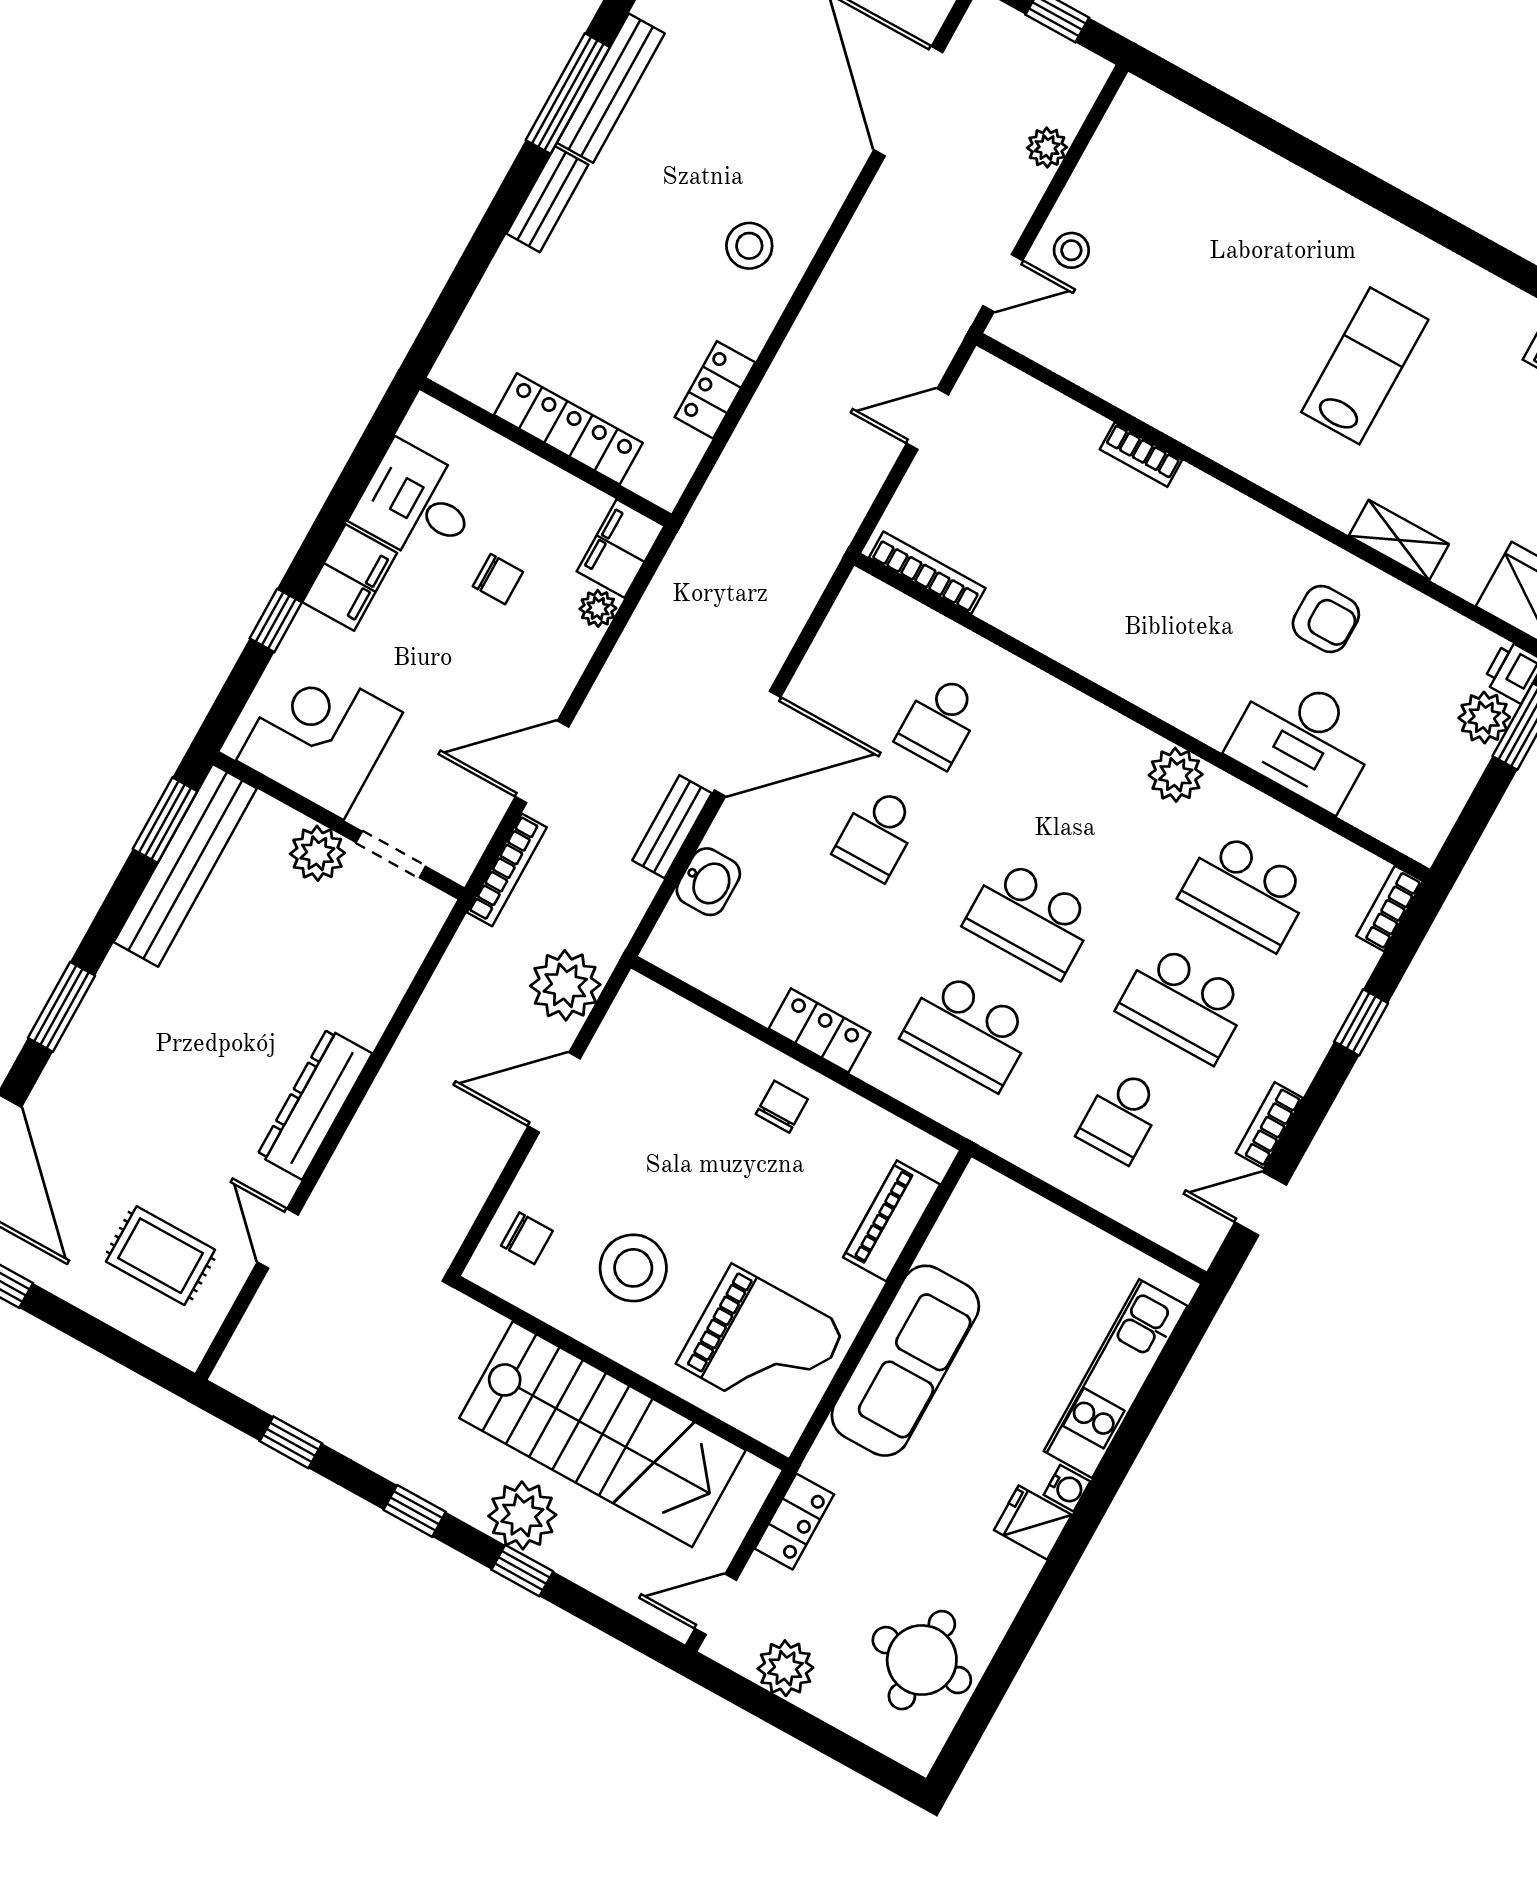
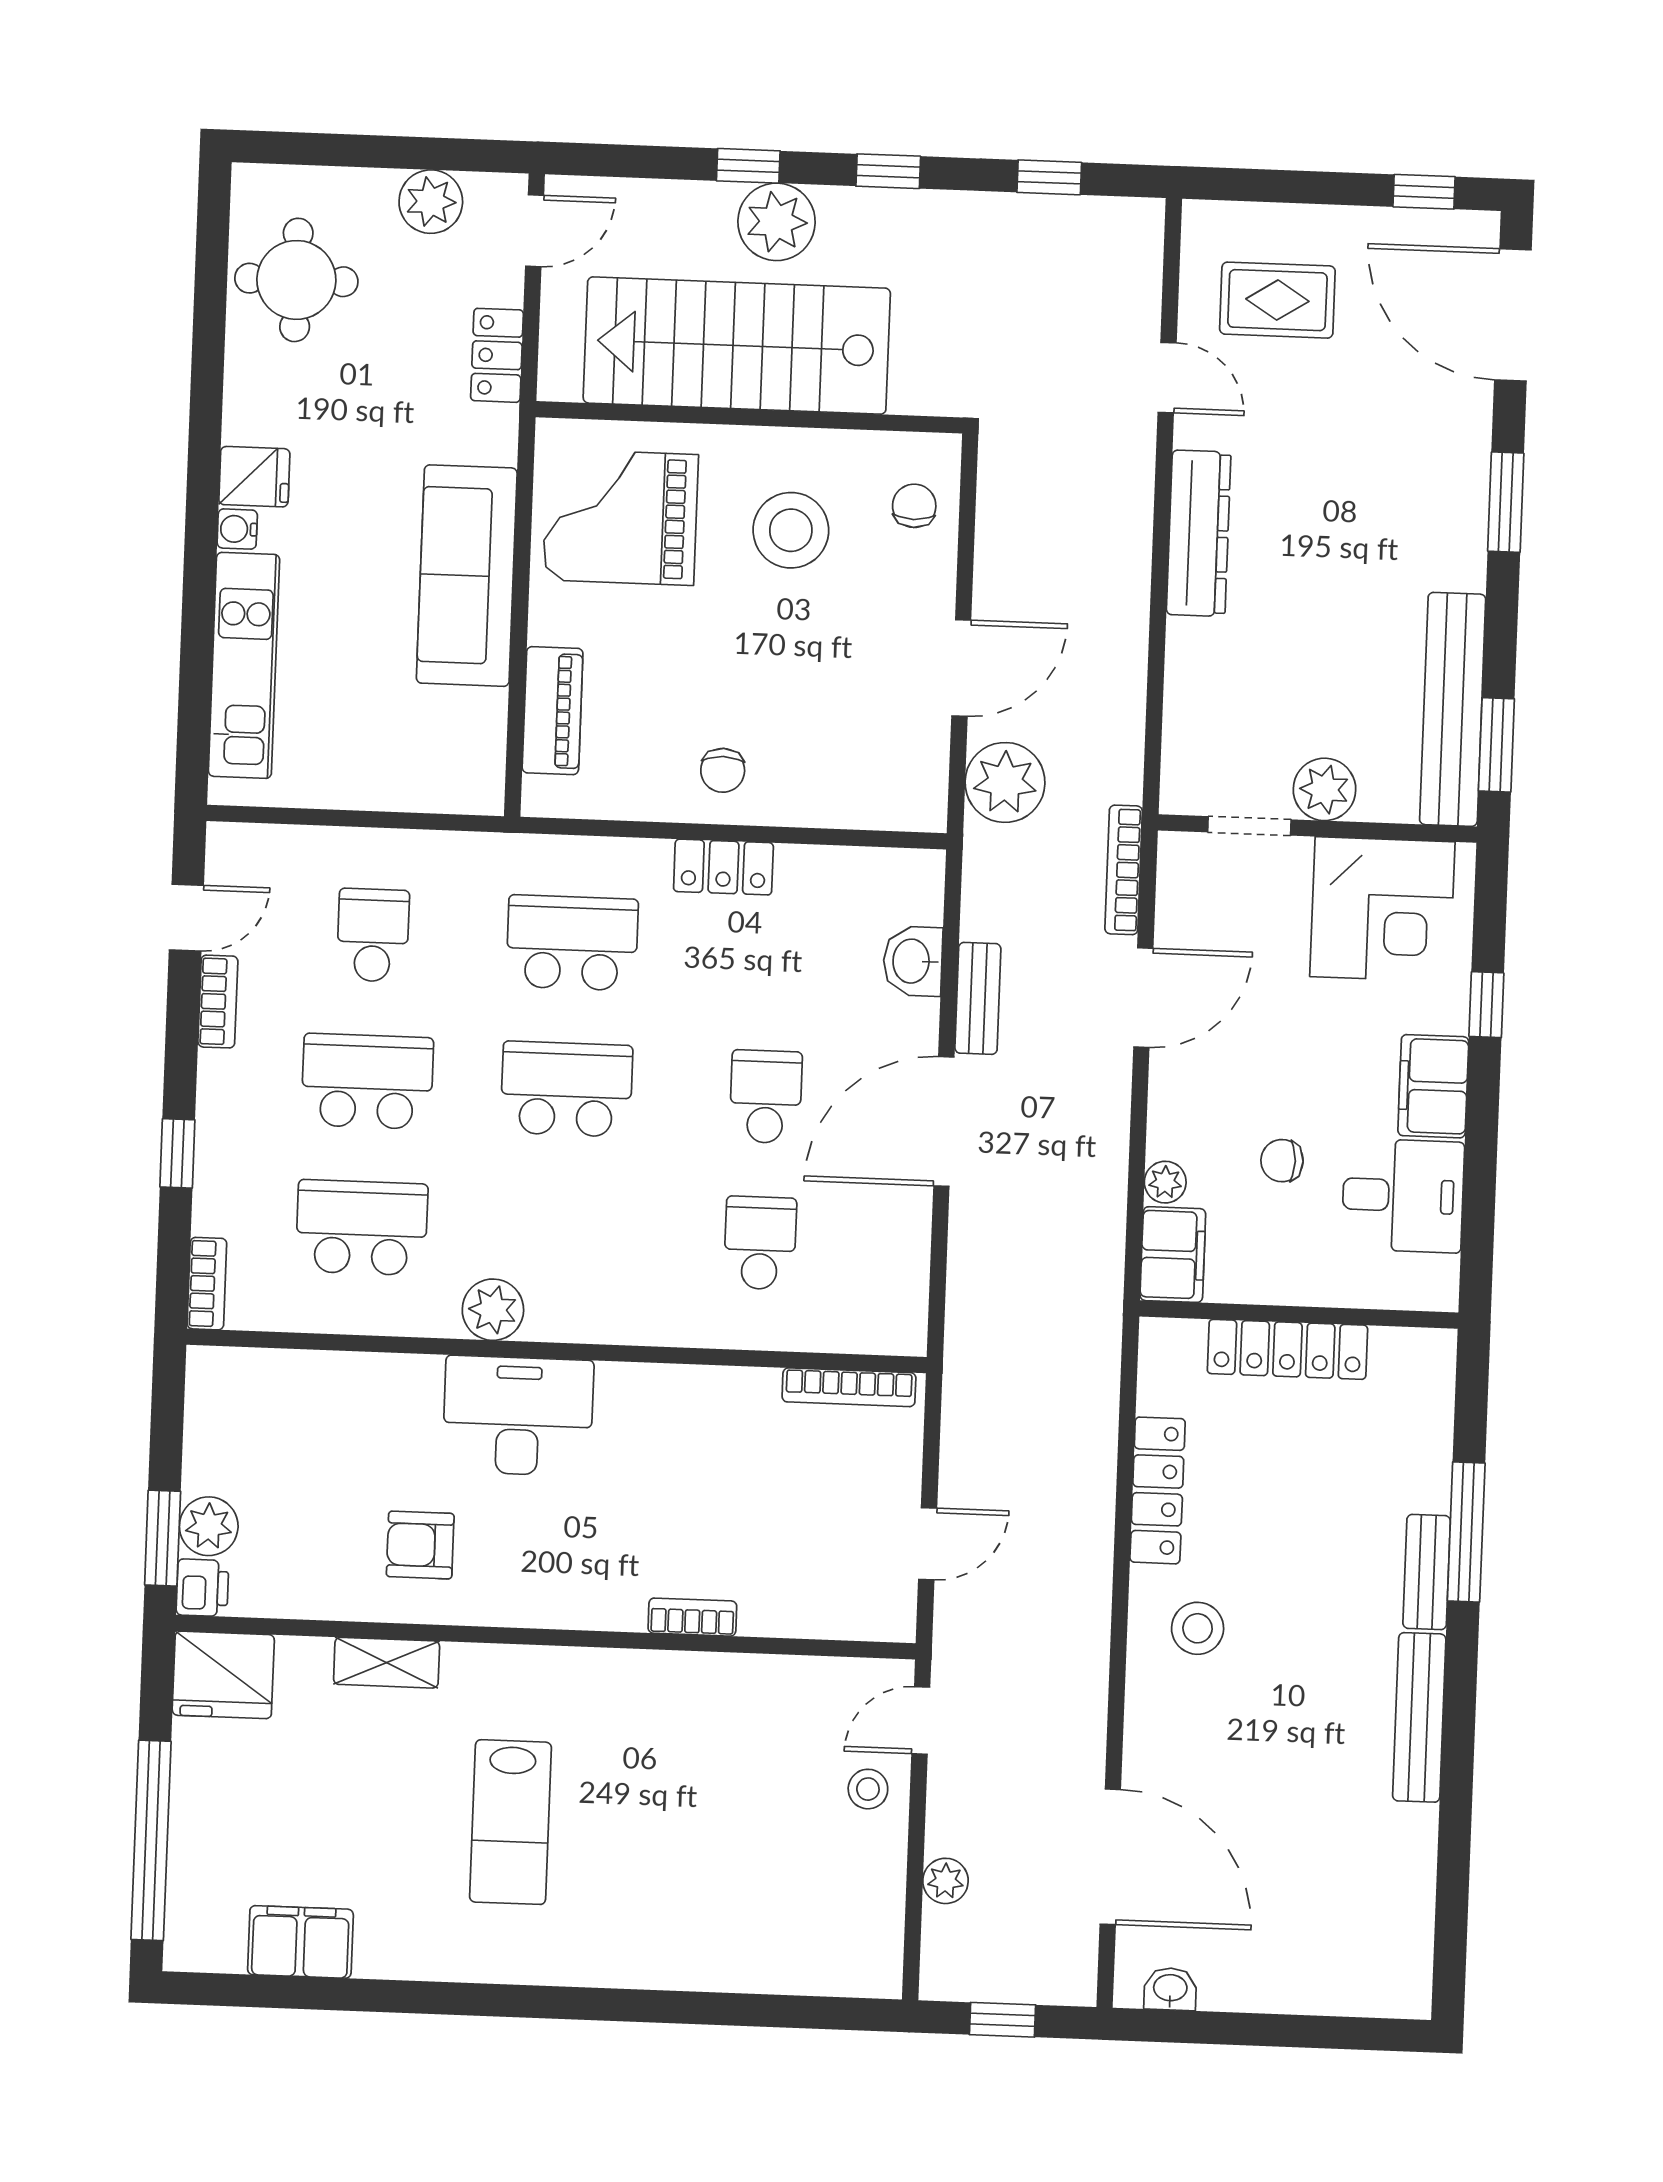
window: (568, 94) -> (1466, 1532), moved
locker: (715, 390) -> (1158, 1490), width x1.53
desk: (1304, 740) -> (518, 1416), moved
chair: (527, 1238) -> (914, 506), turned 90

